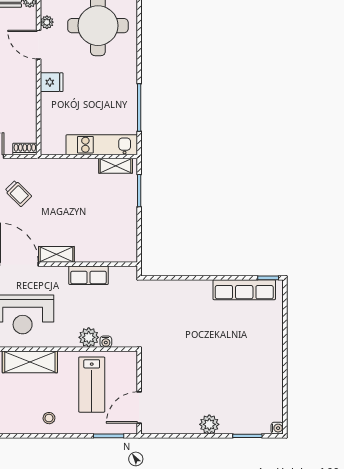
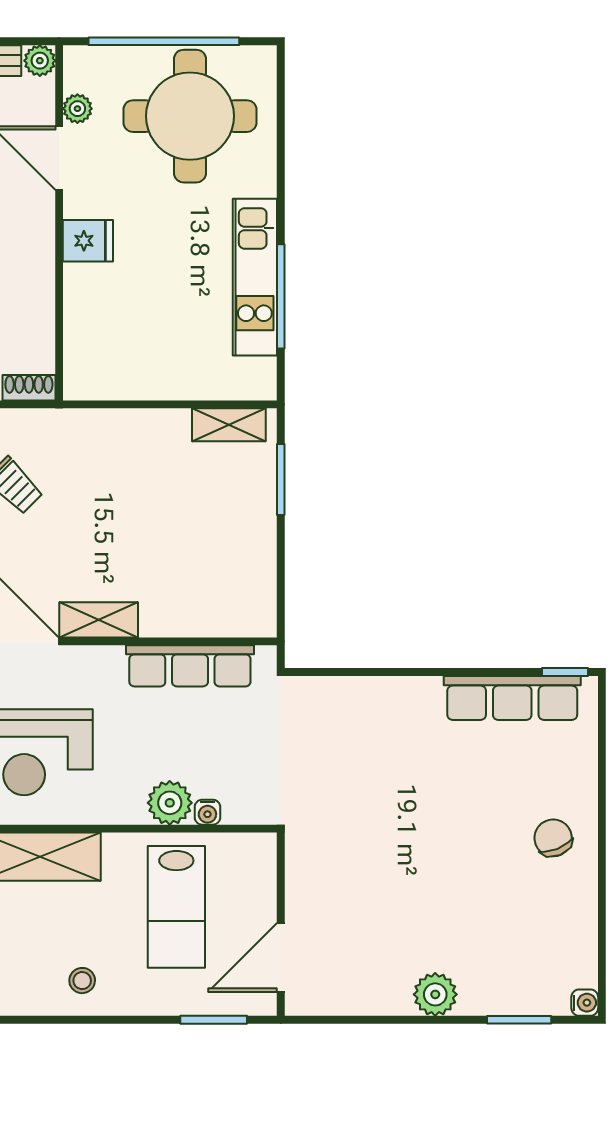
kitchen unit: (102, 145) -> (255, 277), moved, turned -90
row of seats: (89, 275) -> (190, 666), width x1.48
chair: (263, 353) -> (553, 838), added

